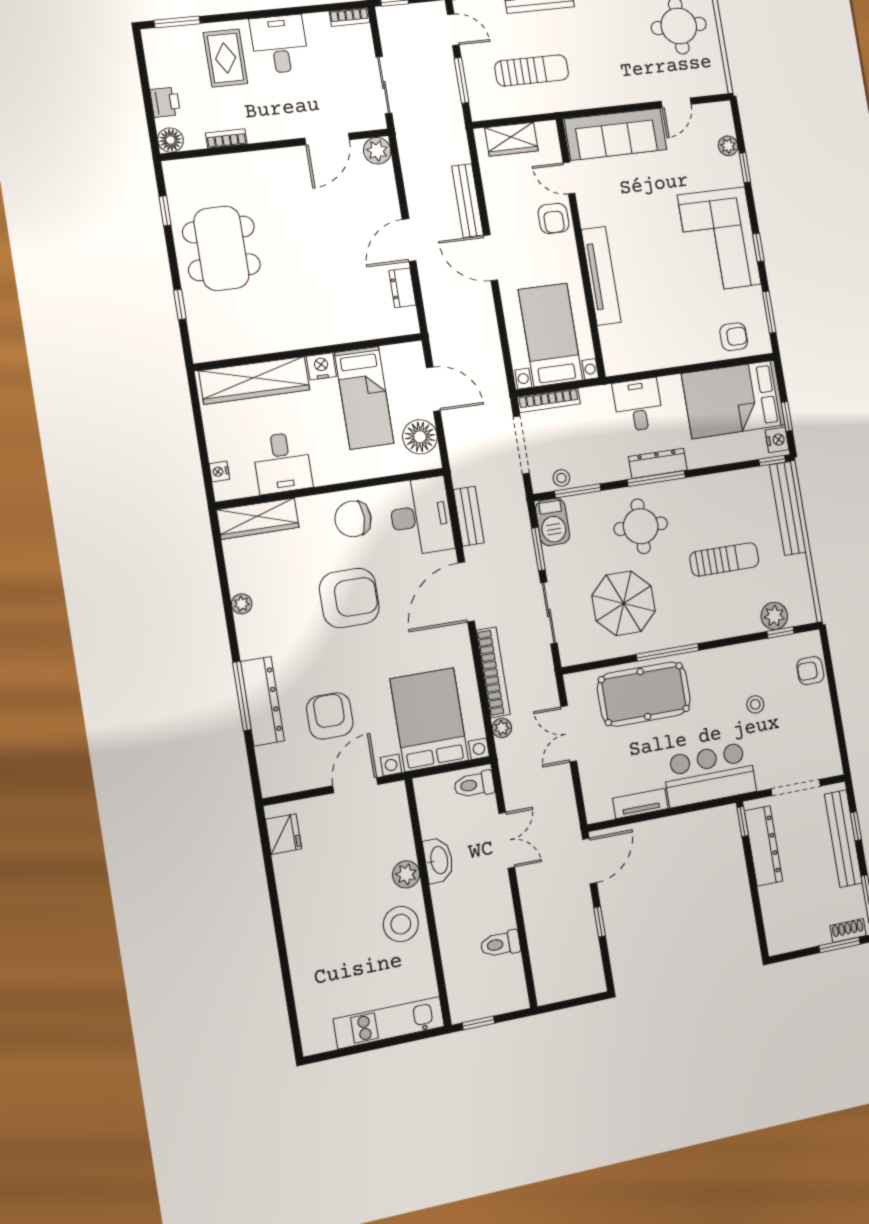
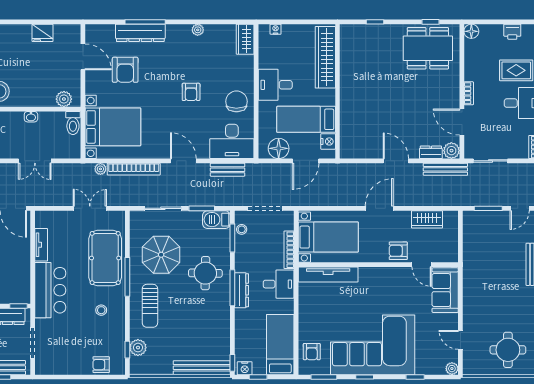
sun lounger: (532, 70) -> (490, 252), removed
printer: (165, 102) -> (512, 32), moved
sofa: (616, 134) -> (445, 290), width x0.73
bookcase: (226, 138) -> (469, 93), moved
wardrobe: (511, 139) -> (427, 219), moved, turned -90
plant: (728, 146) -> (452, 369), moved
door: (569, 178) -> (422, 265), swing flipped
bench: (467, 201) -> (445, 169), moved
corner sofa: (719, 240) -> (373, 345), width x1.36, depth x1.36
dining table: (221, 248) -> (428, 48), moved
tv unit: (601, 276) -> (328, 274), moved
dresser: (402, 288) -> (431, 152), moved
nightstand: (321, 366) -> (328, 141), moved
bed: (733, 399) -> (280, 345), width x0.67
bookcase: (549, 400) -> (289, 250), moved
desk: (282, 463) -> (275, 85), moved
wardrobe: (258, 519) -> (245, 39), width x0.67
sun lounger: (724, 559) -> (150, 306), moved
door: (466, 592) -> (183, 161), width x0.73
armchair: (349, 598) -> (191, 92), width x0.53, depth x0.53
armchair: (810, 671) -> (101, 365), turned -90
stool: (755, 704) -> (101, 310), moved
armchair: (330, 716) -> (125, 70), turned 90
door: (355, 785) -> (83, 57), moved
toilet: (474, 785) -> (73, 123), moved, turned 180
fridge: (284, 834) -> (43, 33), moved
washbasin: (438, 860) -> (31, 117), width x0.52, depth x0.69
plant: (406, 874) -> (64, 99), moved

